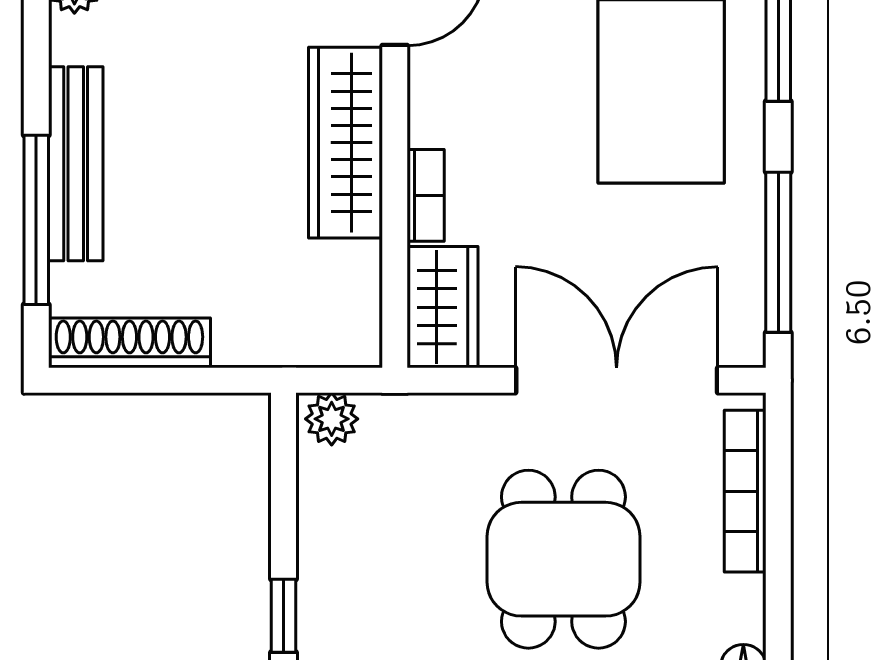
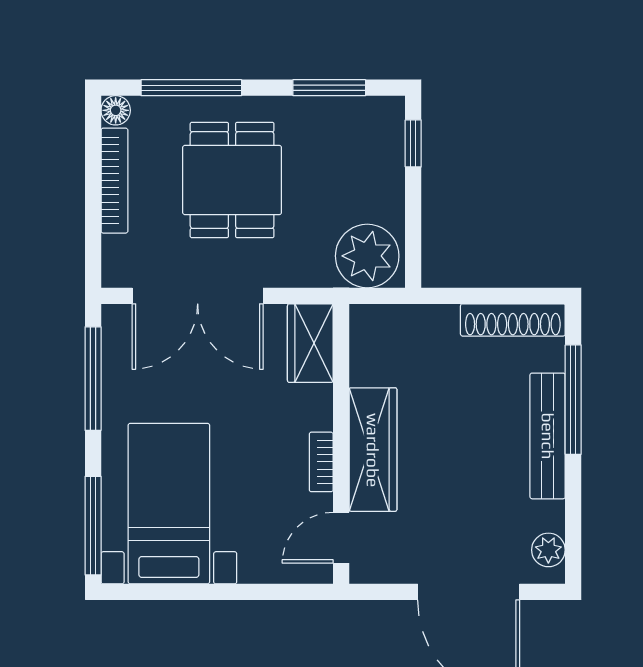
bookcase: (426, 195) -> (321, 462), moved
plant: (332, 419) -> (367, 256), width x1.88, depth x1.88
bookcase: (745, 491) -> (114, 181), moved

